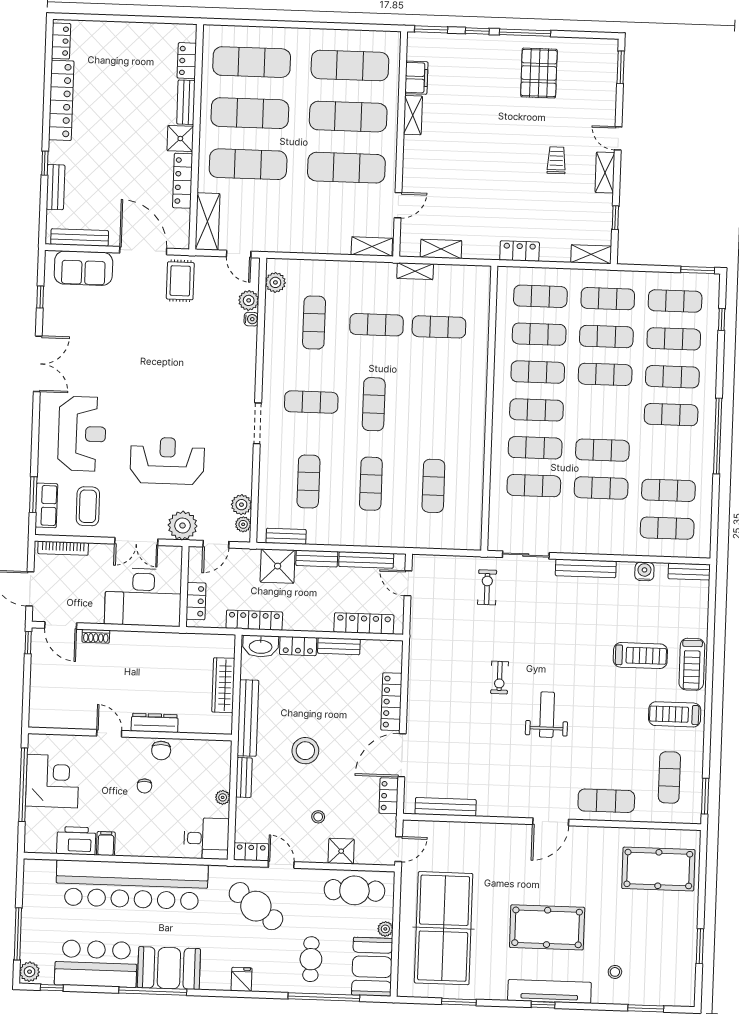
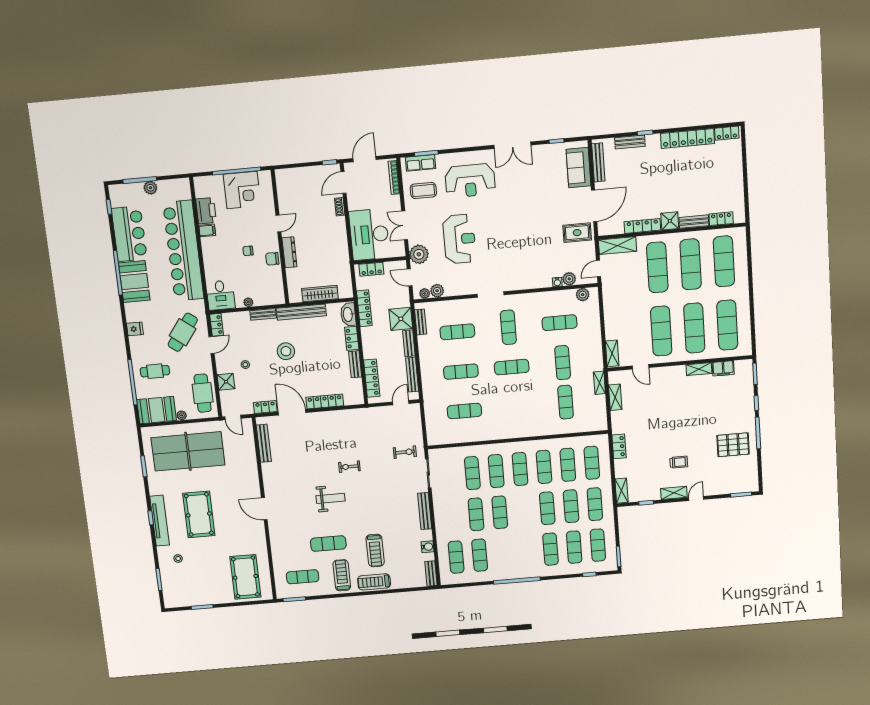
exercise mat: (671, 415) -> (527, 551), removed
exercise mat: (606, 801) -> (328, 544), moved, turned 90
plant: (30, 972) -> (150, 188), moved

